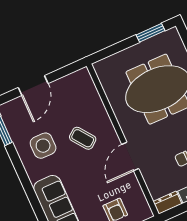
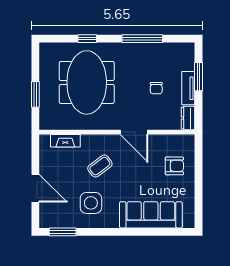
window: (151, 33) -> (35, 94), moved
fireplace: (92, 94) -> (65, 141), added

